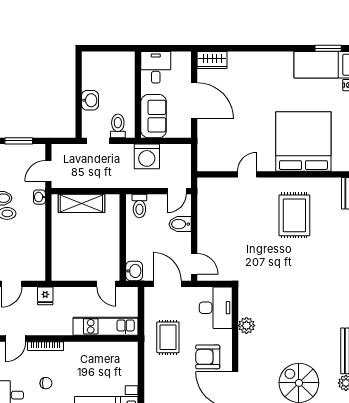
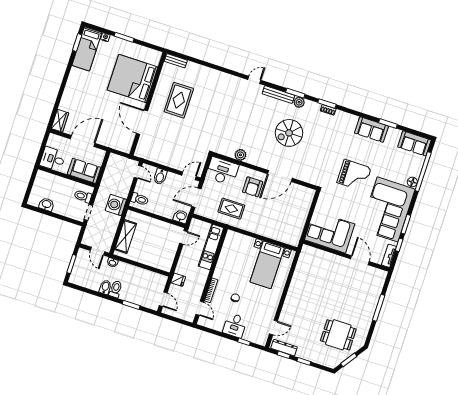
washbasin: (90, 100) -> (46, 204), moved
washing machine: (147, 156) -> (116, 205), moved, turned 180
door: (247, 174) -> (142, 122), width x1.87
rug: (294, 215) -> (179, 100), turned 90

